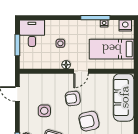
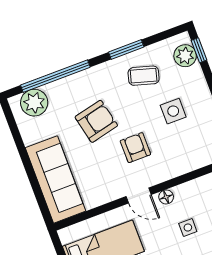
door: (81, 71) -> (139, 195), swing flipped
armchair: (73, 98) -> (135, 148), turned -82

